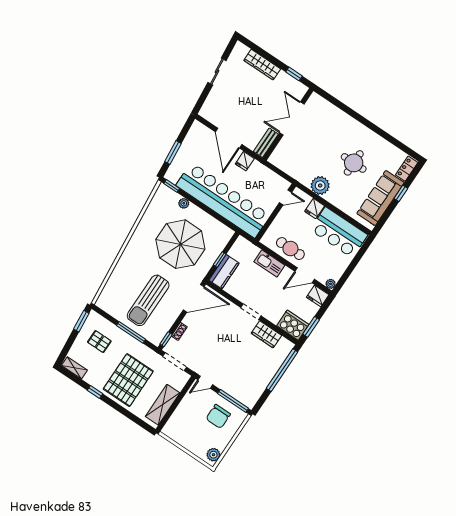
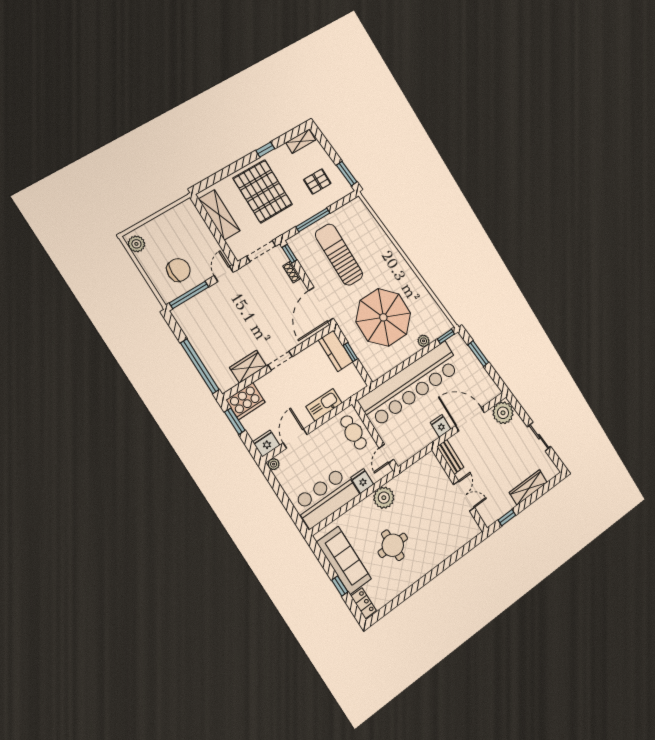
plant: (211, 111) -> (503, 413), added
double door: (292, 118) -> (464, 496), width x0.73
cafe table: (290, 249) -> (354, 432), moved, turned 90
chair: (218, 416) -> (179, 270), turned 90

